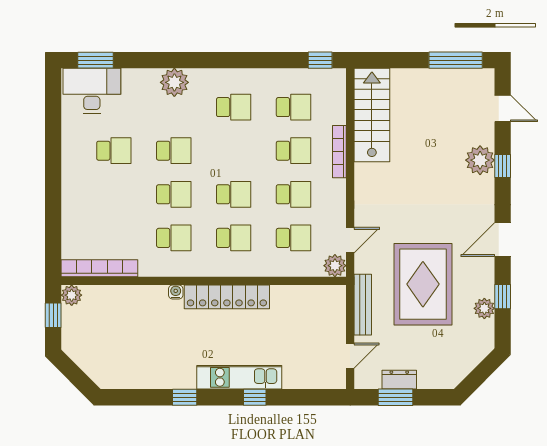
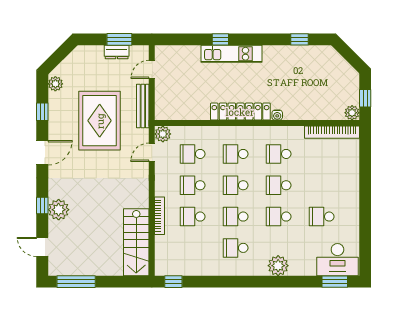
school desk: (293, 107) -> (236, 217), moved
plant: (484, 308) -> (55, 84), moved
window: (185, 397) -> (299, 39), moved

